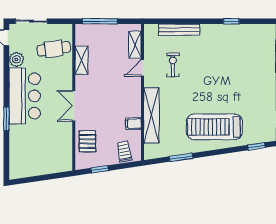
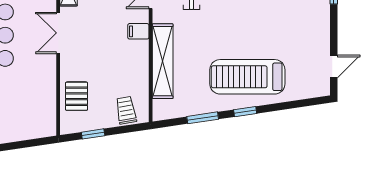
double door: (74, 106) -> (58, 33), moved
filing cabinet: (133, 124) -> (138, 31), moved
window: (256, 146) -> (245, 112), moved

